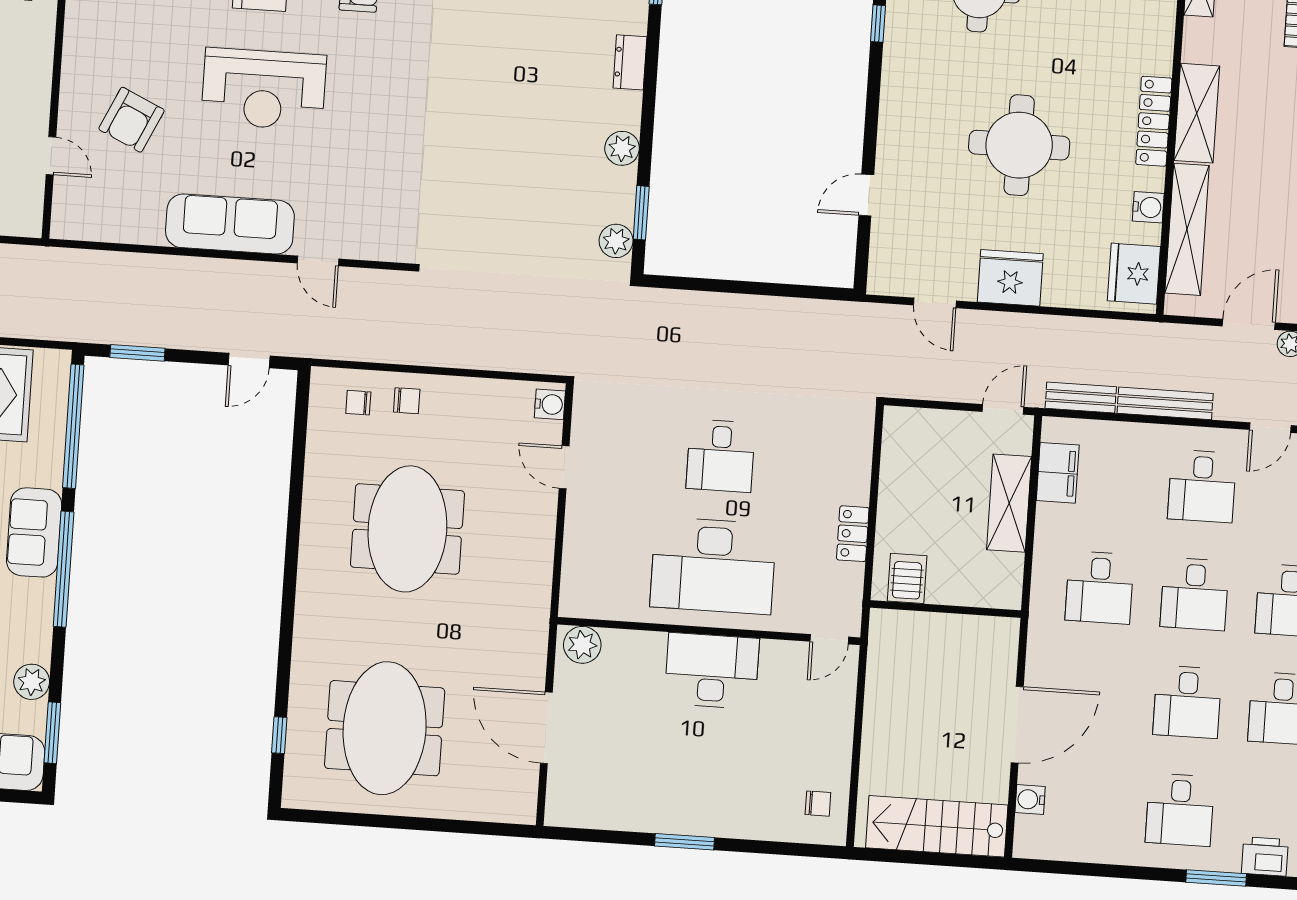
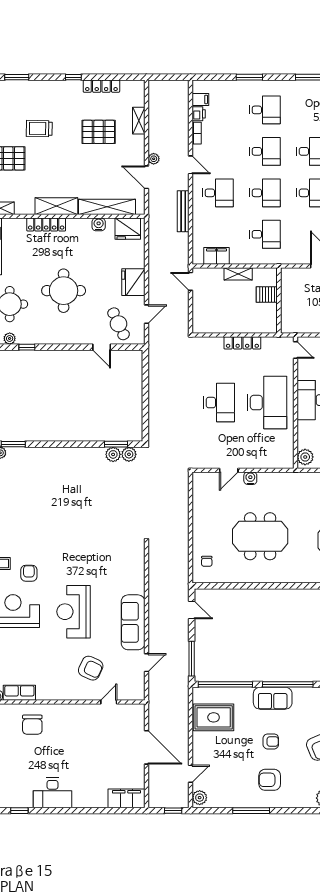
dresser: (630, 62) -> (51, 454), removed
reception desk: (264, 89) -> (74, 612), turned 180
locker: (1154, 121) -> (46, 225), moved
round table: (1019, 145) -> (64, 291), moved
plant: (622, 148) -> (113, 454), moved
cafe table: (917, 237) -> (119, 324), added
door: (318, 261) -> (146, 663), moved
window: (137, 353) -> (192, 659), width x1.44
bench: (1081, 398) -> (183, 248), removed
chair: (407, 401) -> (204, 540), removed
water cooler: (550, 404) -> (250, 478), moved
desk: (721, 456) -> (219, 403), width x1.37
shelving: (1009, 503) -> (238, 274), width x0.67, depth x0.75
locker: (853, 534) -> (242, 343), width x1.53
server rack: (907, 578) -> (267, 294), moved

